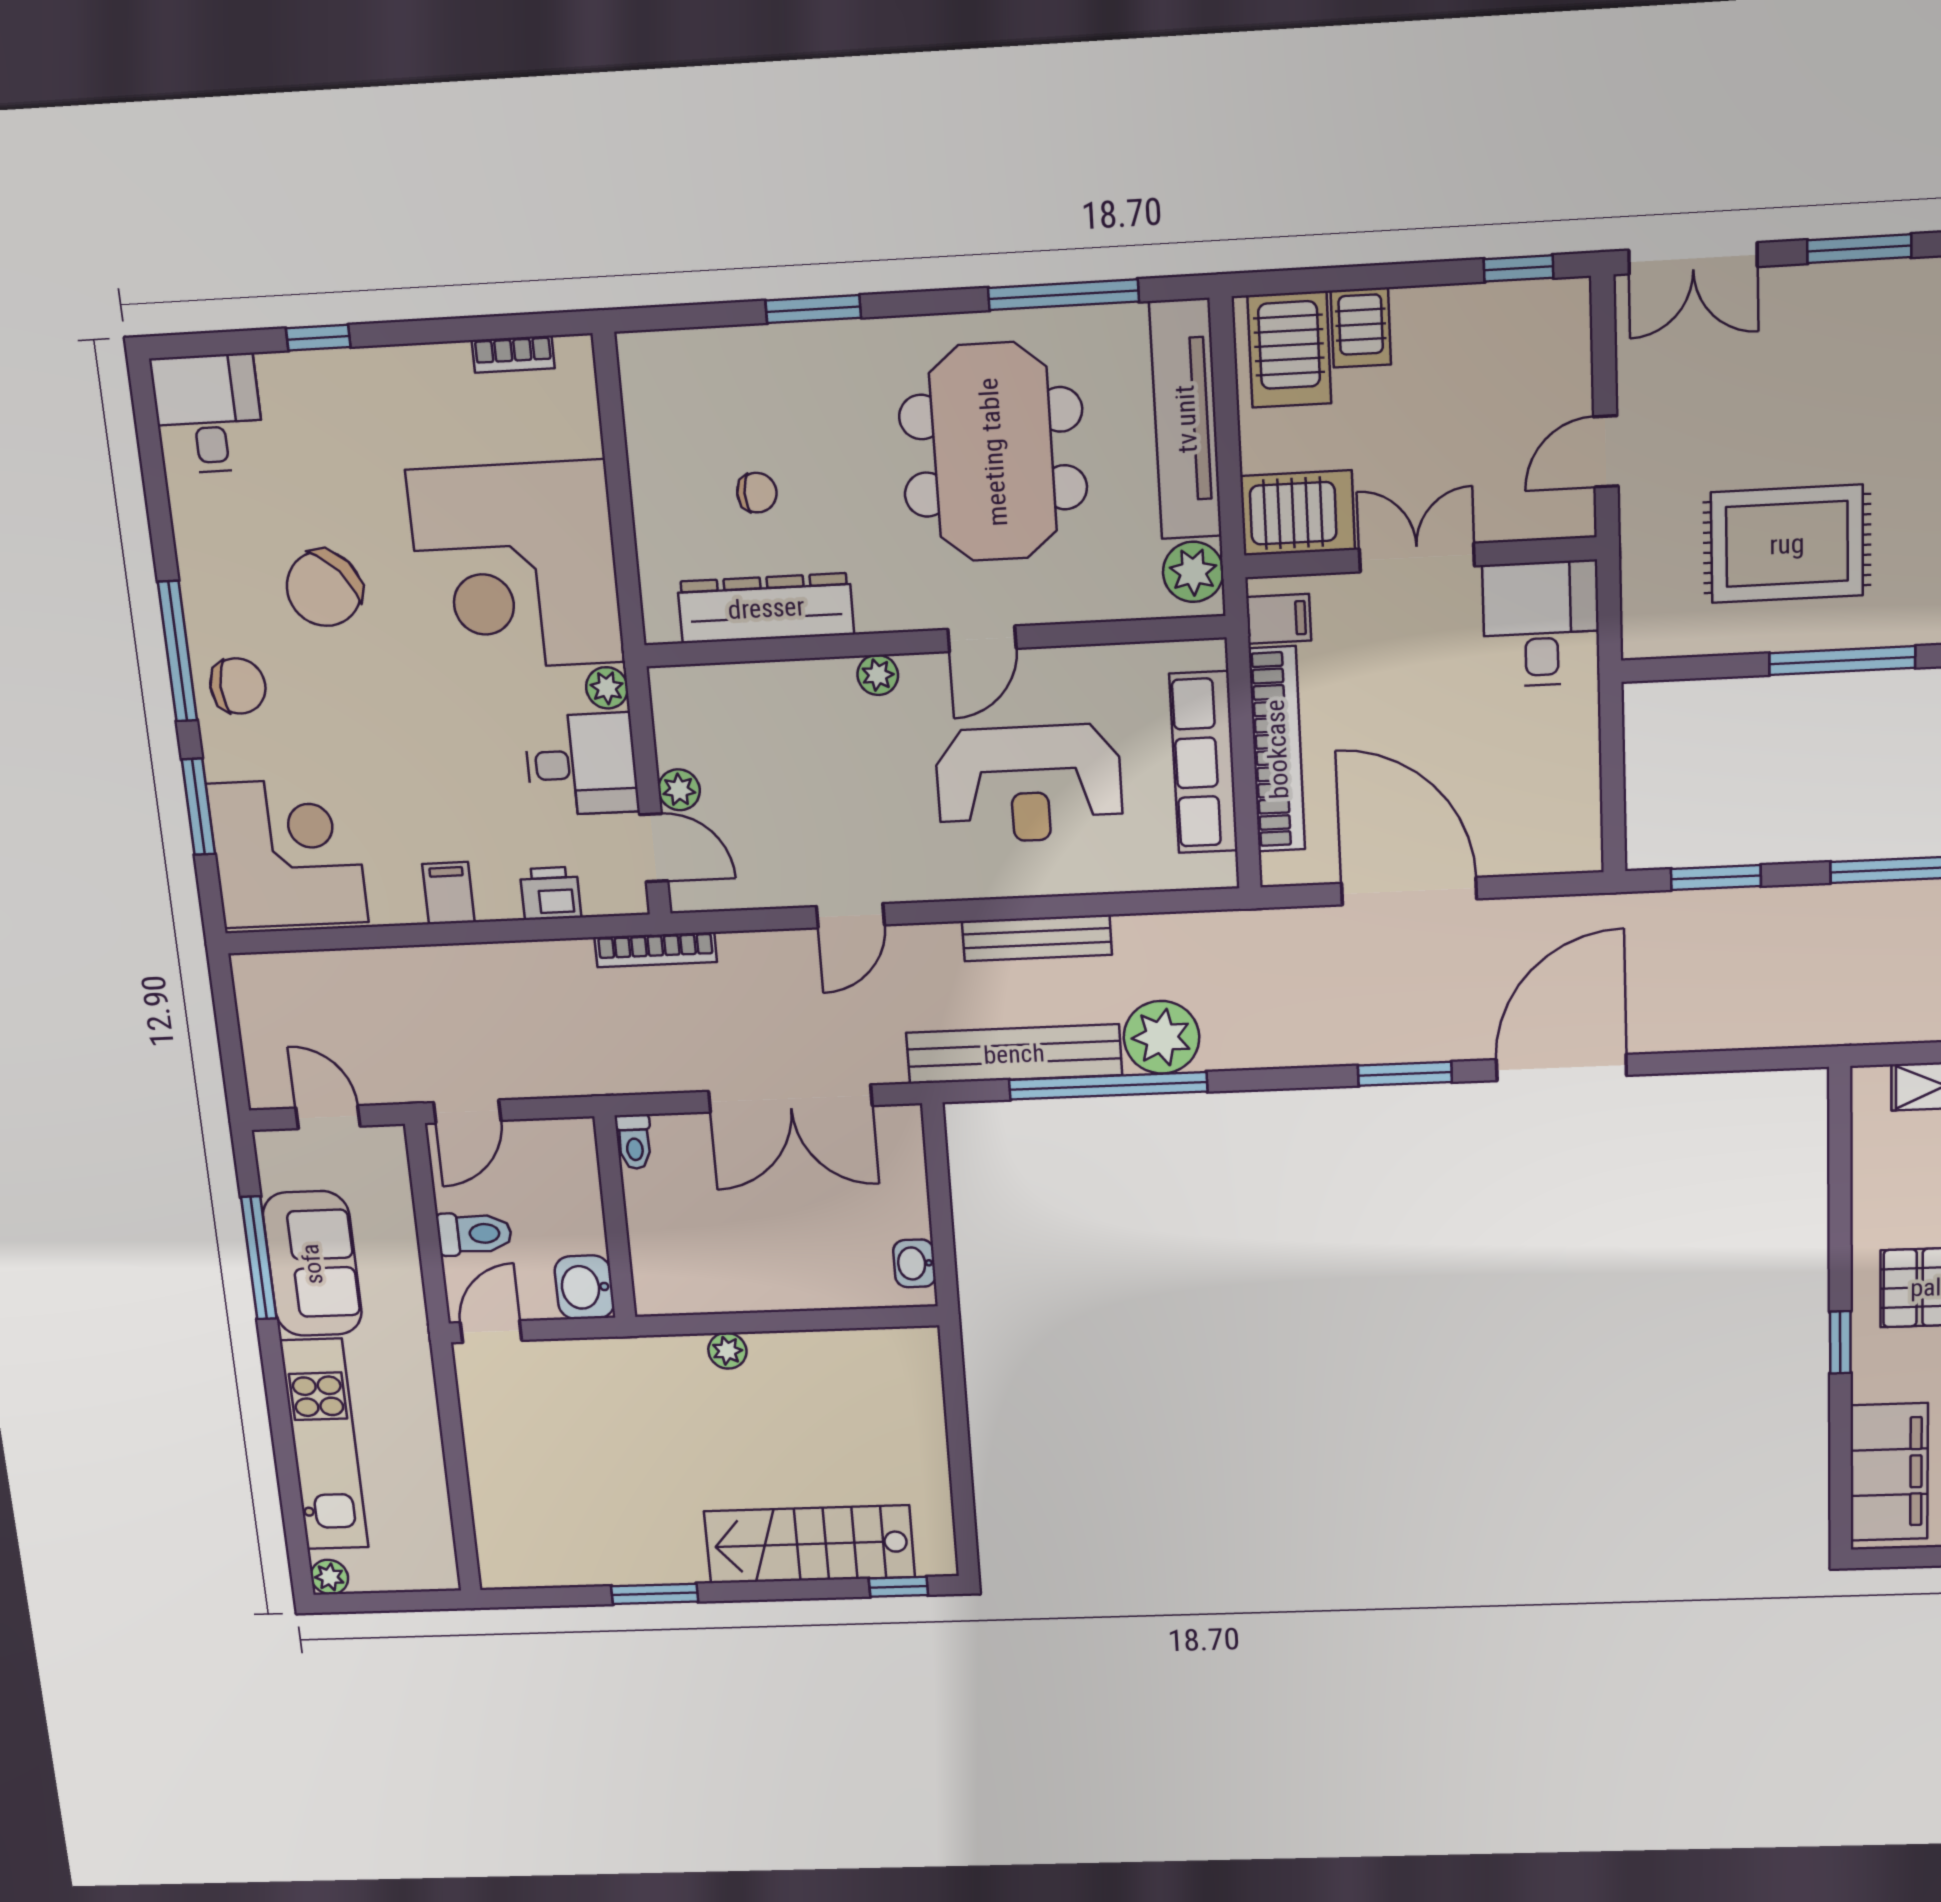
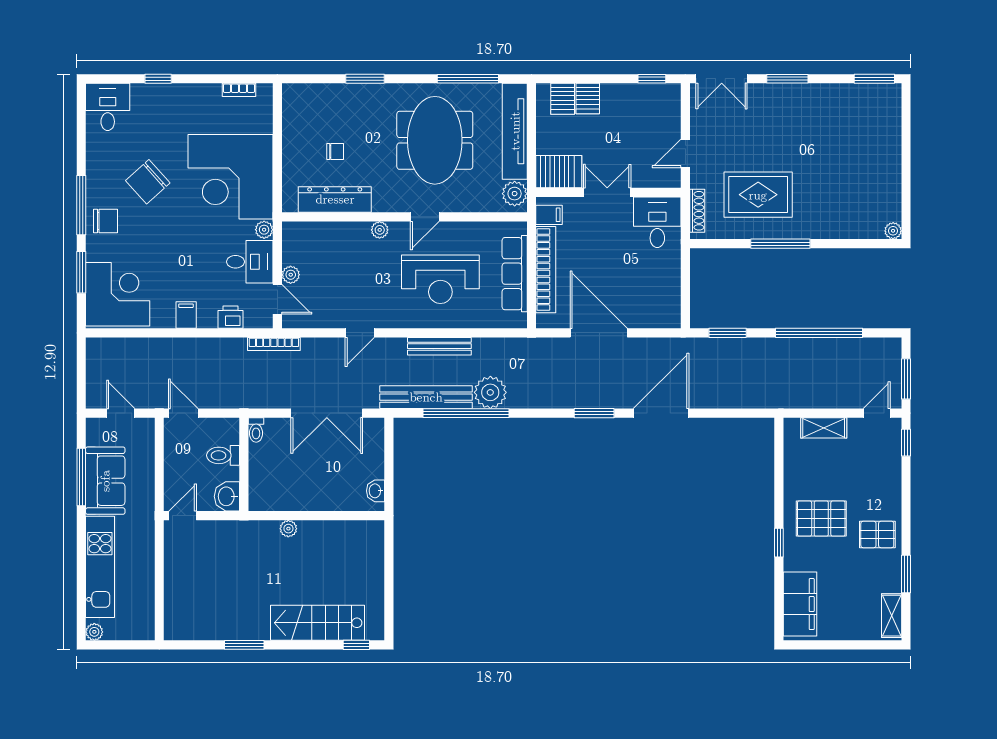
server rack: (1289, 350) -> (563, 99), width x0.73, depth x0.70
shoe rack: (1638, 591) -> (697, 211), added
door: (467, 1111) -> (183, 413), swing flipped
toilet: (474, 1234) -> (223, 455), moved, turned 180

